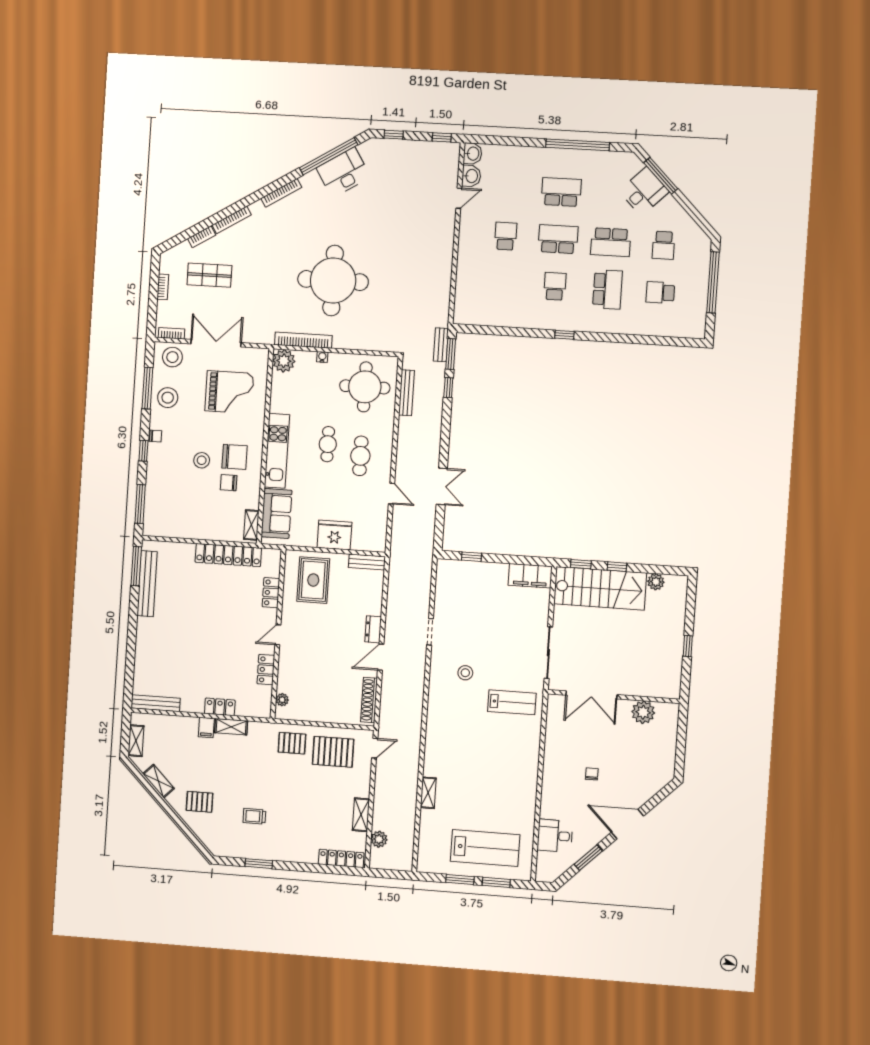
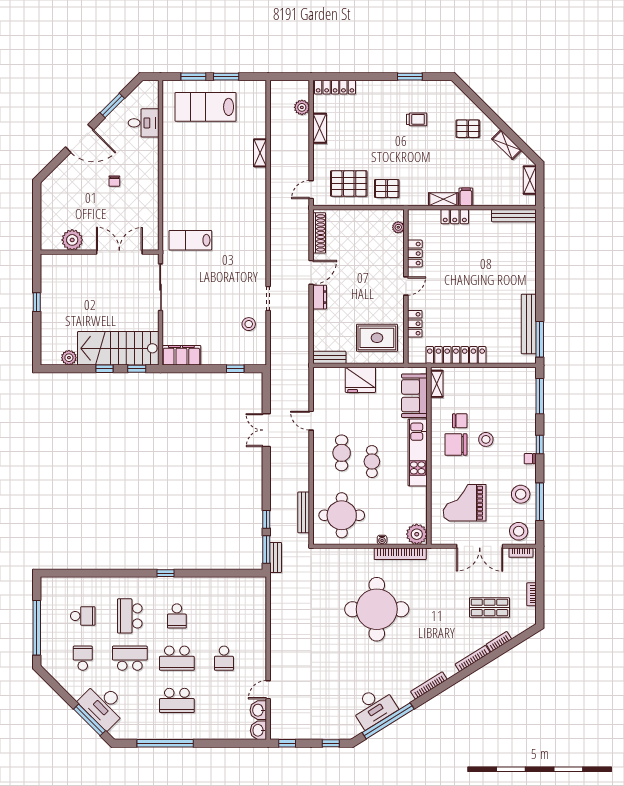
desk: (644, 191) -> (103, 705), width x1.37
rug: (313, 580) -> (377, 338), turned 90
stool: (465, 673) -> (249, 324), moved

